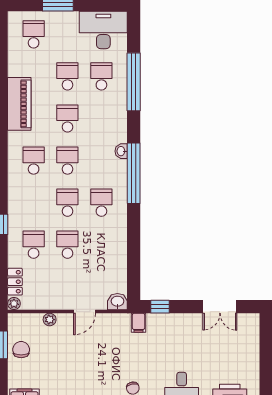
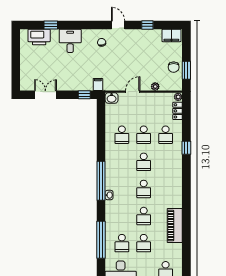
school desk: (34, 161) -> (166, 189), removed
school desk: (101, 203) -> (122, 135), moved

